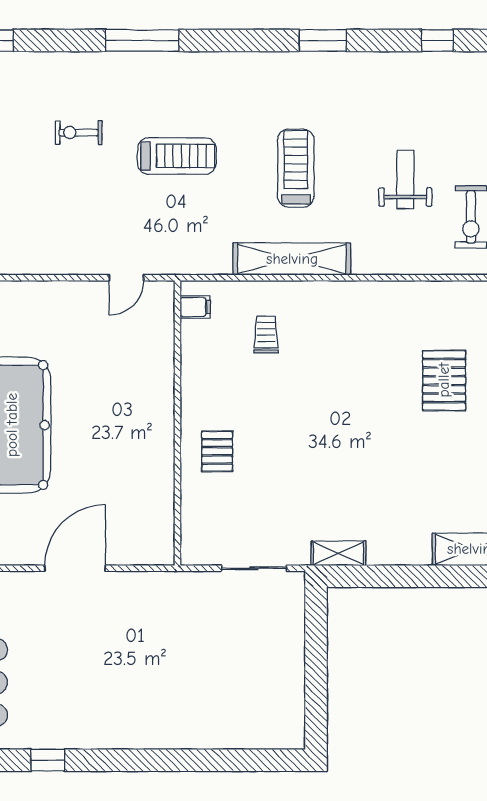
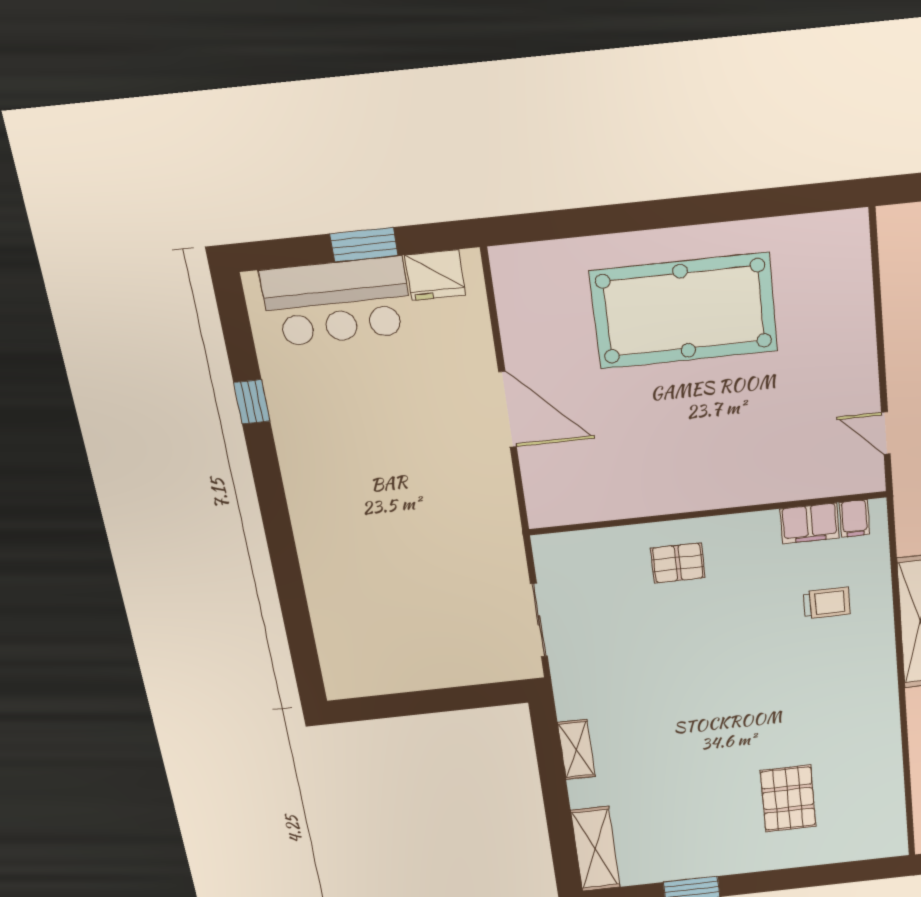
filing cabinet: (195, 343) -> (810, 523), added
pallet: (444, 380) -> (788, 799), turned 90
shelving: (338, 553) -> (576, 750), moved

